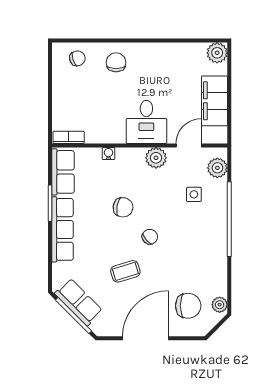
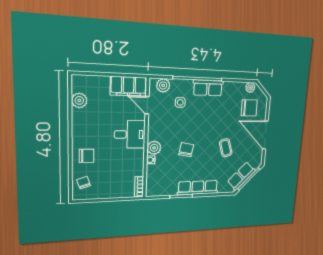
plant: (217, 53) -> (79, 100), moved
chair: (116, 62) -> (87, 156), turned 180
filing cabinet: (214, 101) -> (129, 86), moved
plant: (156, 158) -> (154, 148), moved
row of seats: (63, 172) -> (208, 88), moved, turned 180
chair: (150, 237) -> (206, 132), removed
chair: (188, 306) -> (249, 108), turned 90

